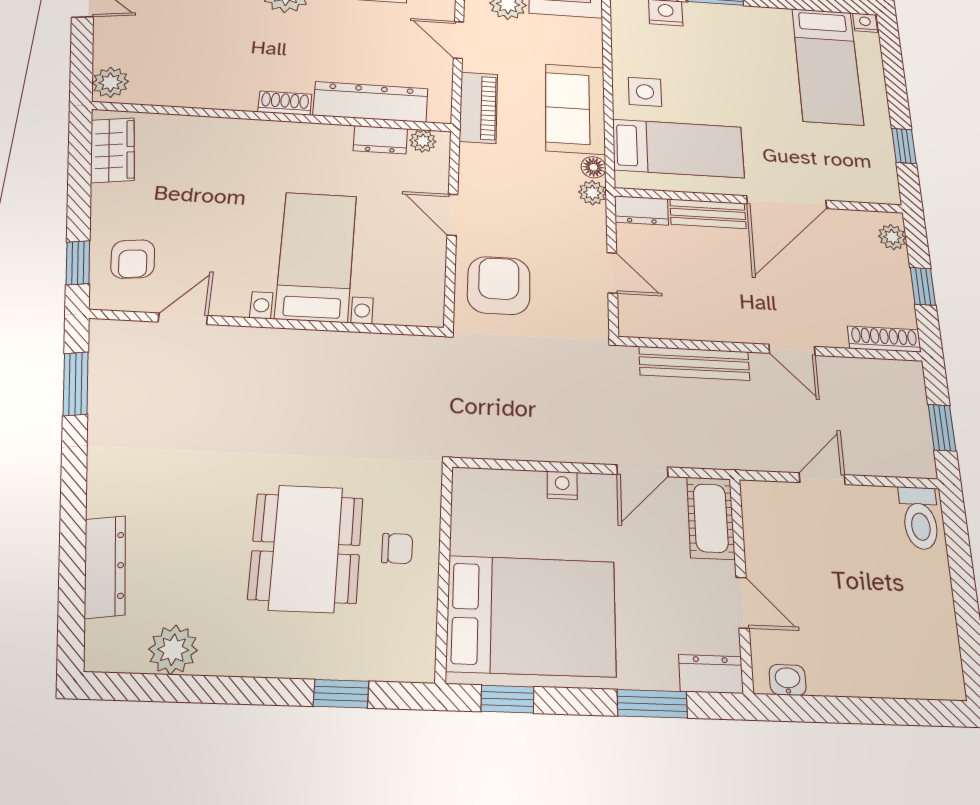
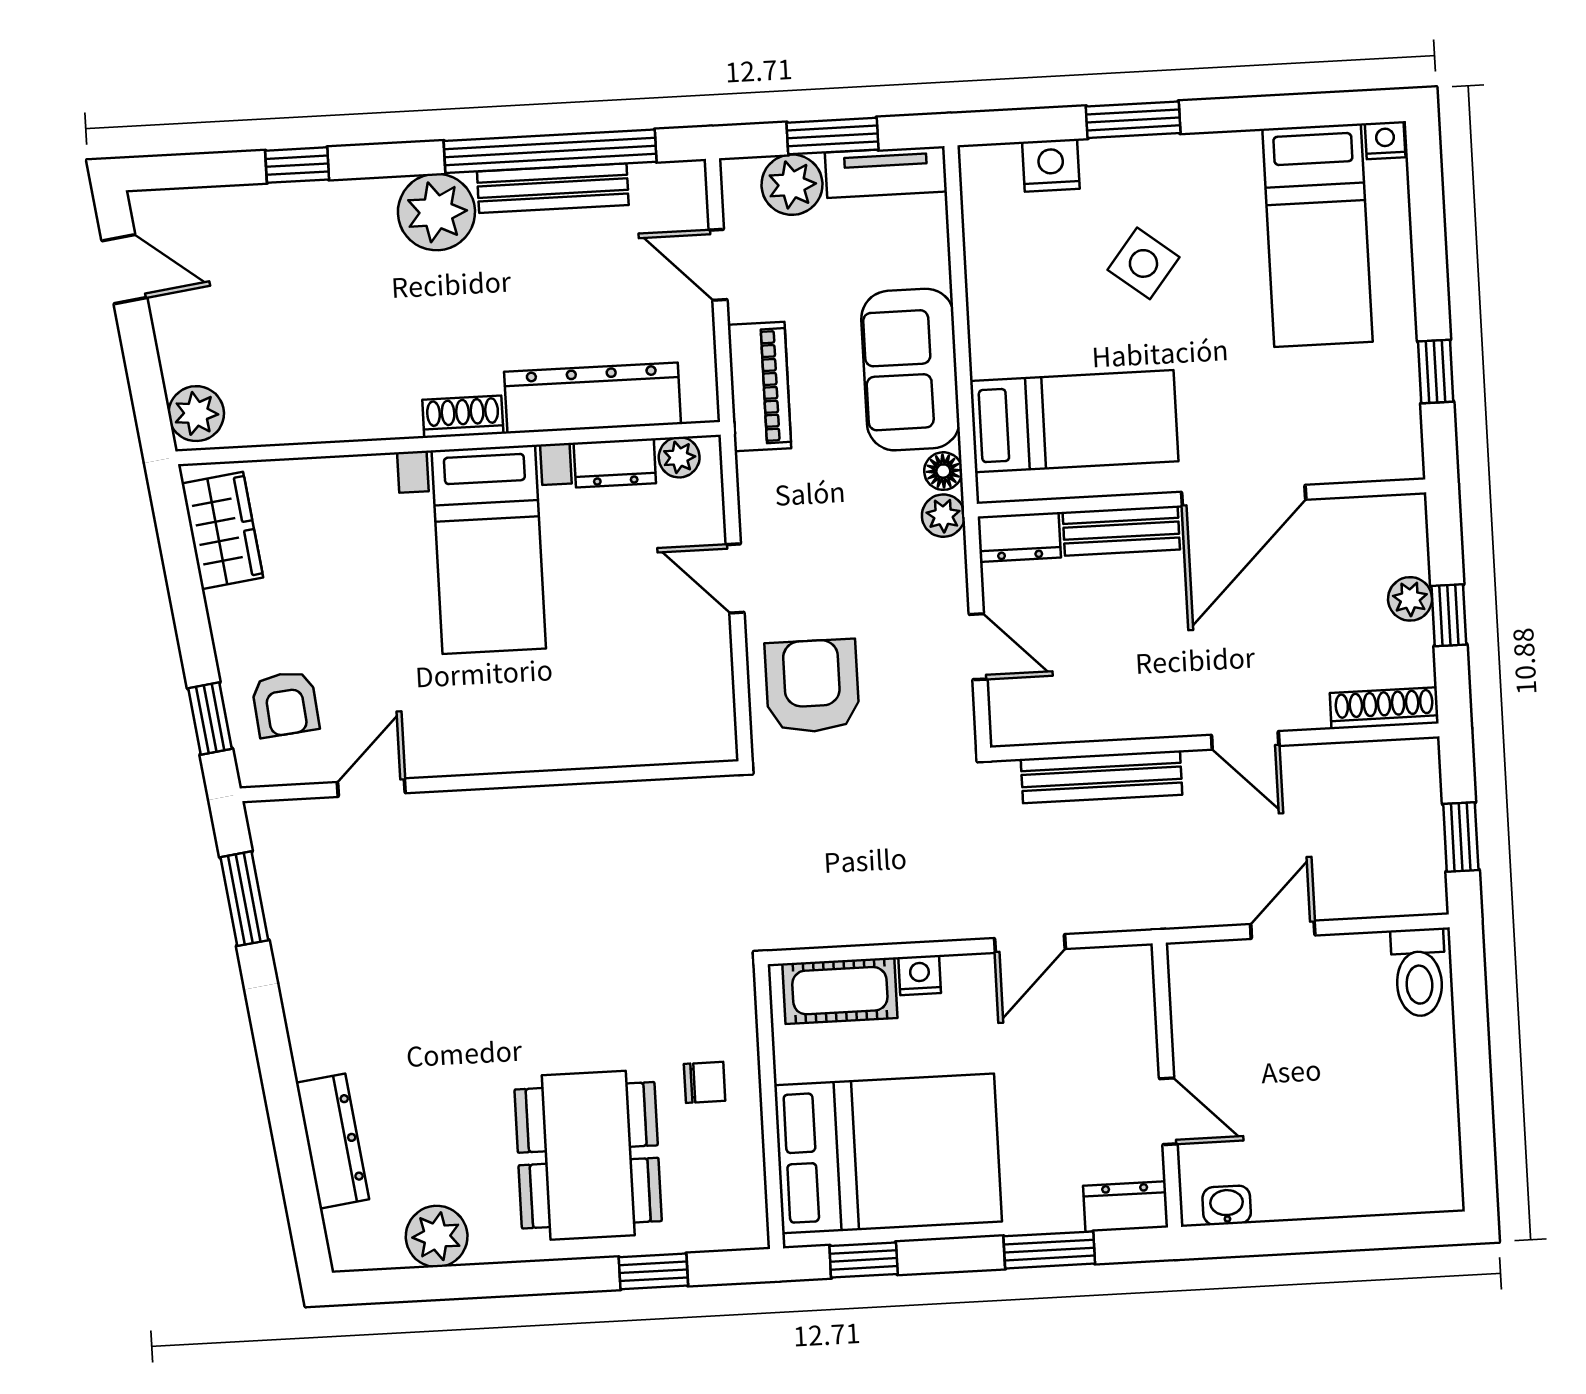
side table: (645, 92) -> (1143, 263), moved, turned 38
plant: (892, 237) -> (1410, 599), moved
bed with nightstands: (316, 256) -> (489, 549), moved, turned 180
cot: (711, 518) -> (840, 991), moved, turned 90
dining table: (306, 548) -> (588, 1155), moved

